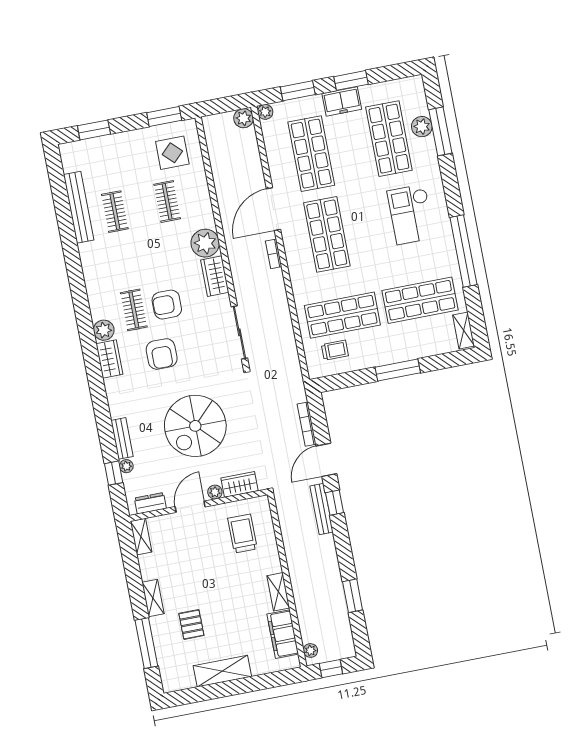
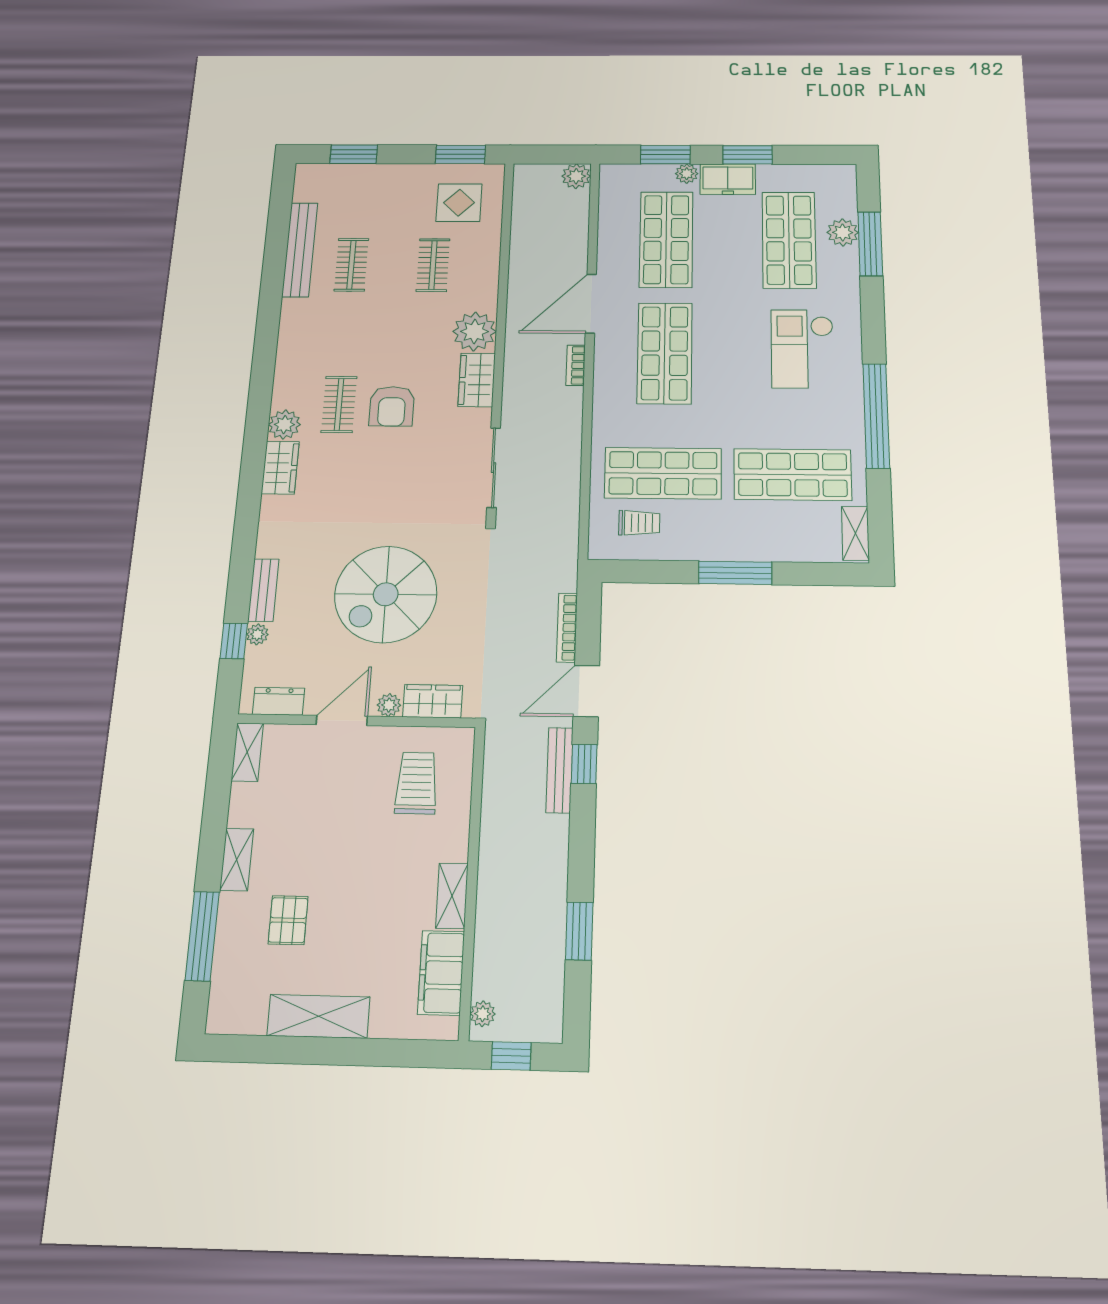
plant: (265, 112) -> (687, 174), moved
armchair: (167, 305) -> (392, 406), turned -90
armchair: (162, 354) -> (363, 476), removed

